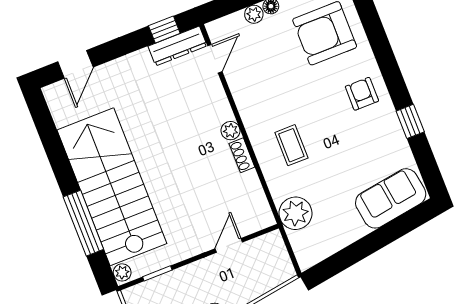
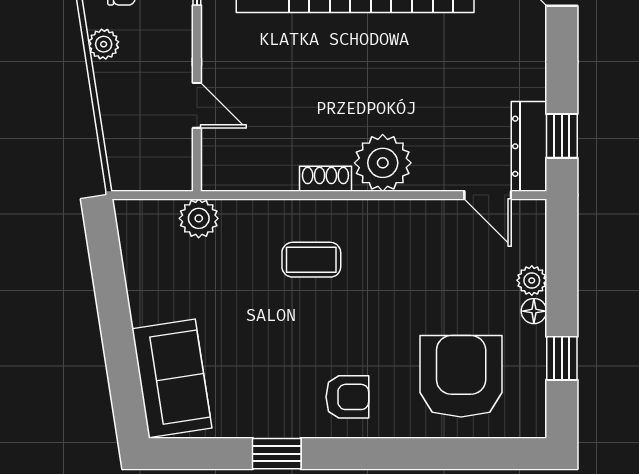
plant: (231, 131) -> (383, 163), width x1.88, depth x1.88
plant: (295, 213) -> (199, 218), width x0.73, depth x0.73

